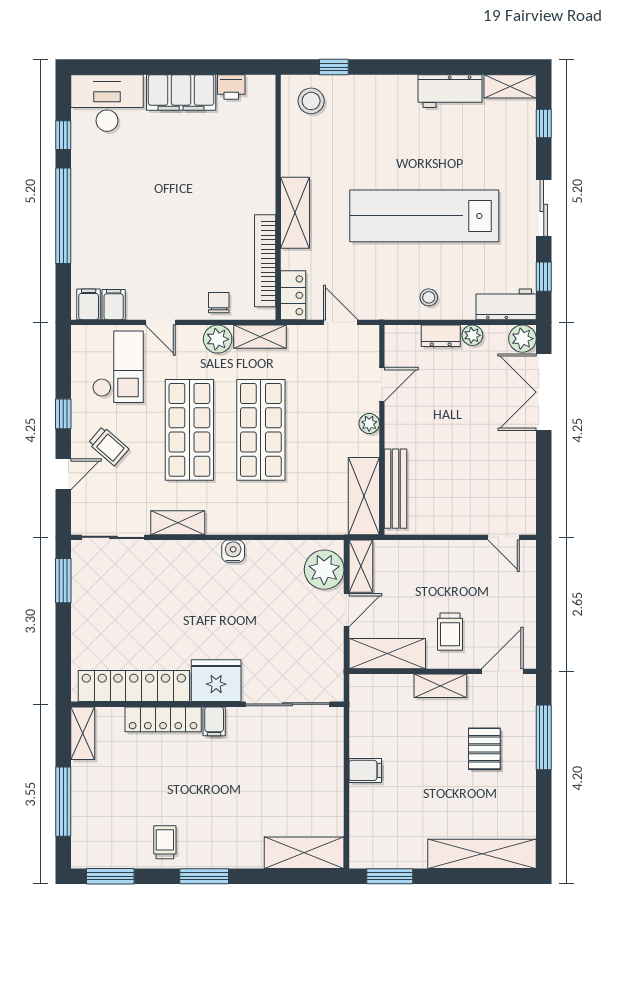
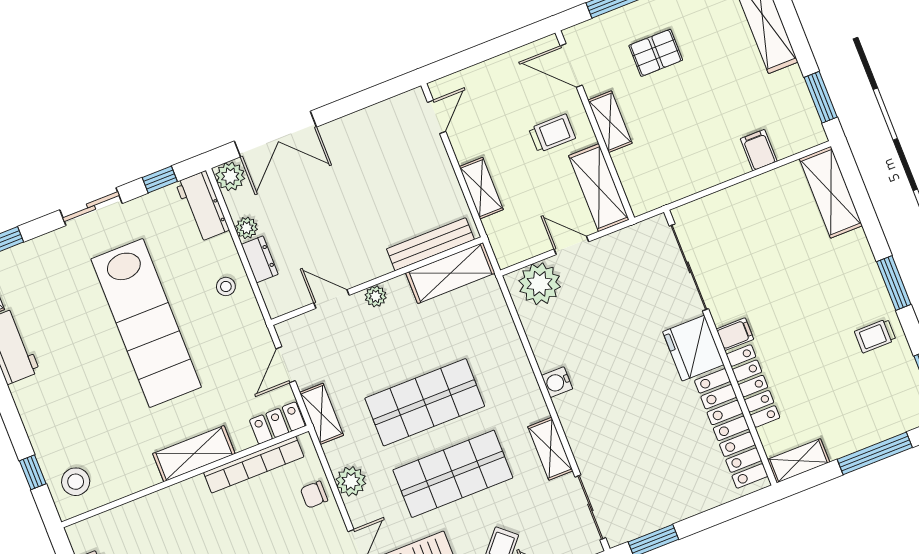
shelving: (260, 337) -> (322, 414), moved
shelving: (361, 566) -> (481, 188), moved, turned 90
filing cabinet: (365, 770) -> (759, 150), moved

